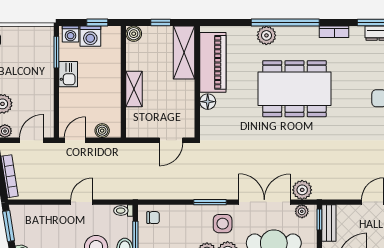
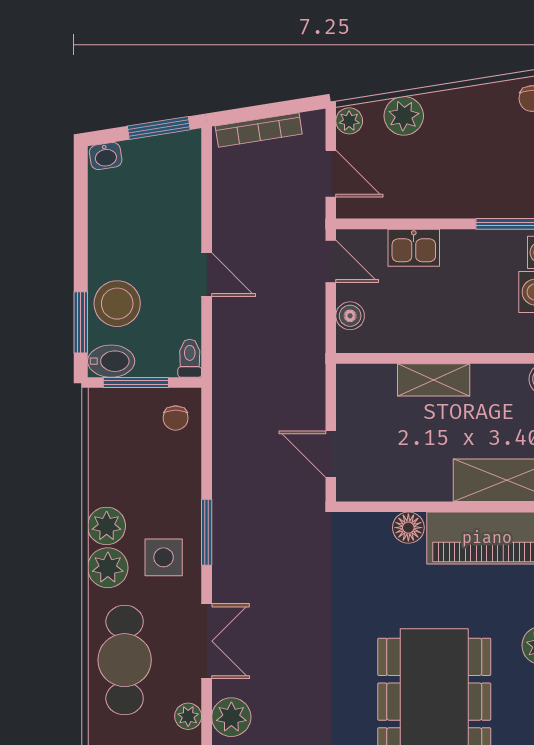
kitchen sink: (68, 74) -> (414, 248), moved
double door: (264, 202) -> (207, 641), width x0.73

